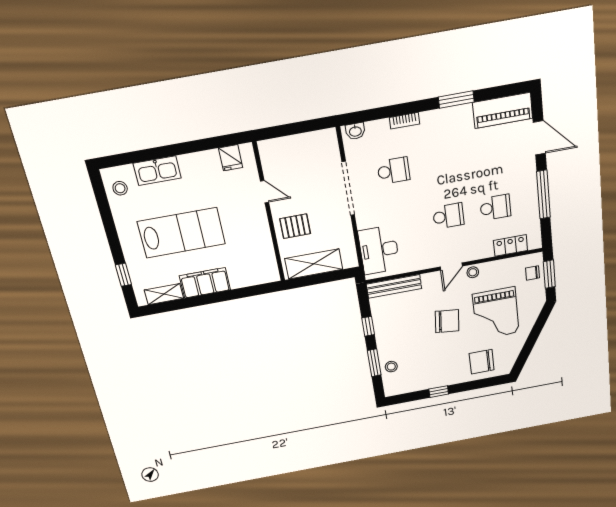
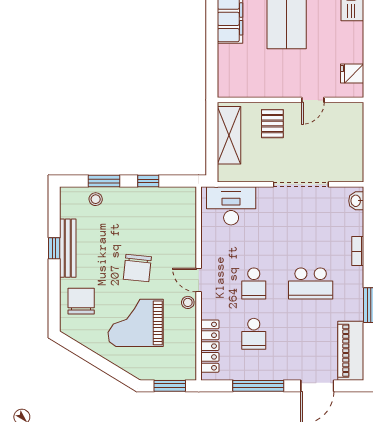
school desk: (394, 171) -> (311, 283), moved, width x1.85
locker: (510, 245) -> (210, 346), width x1.53
chair: (532, 273) -> (175, 367), removed
bench: (394, 286) -> (68, 248), moved

